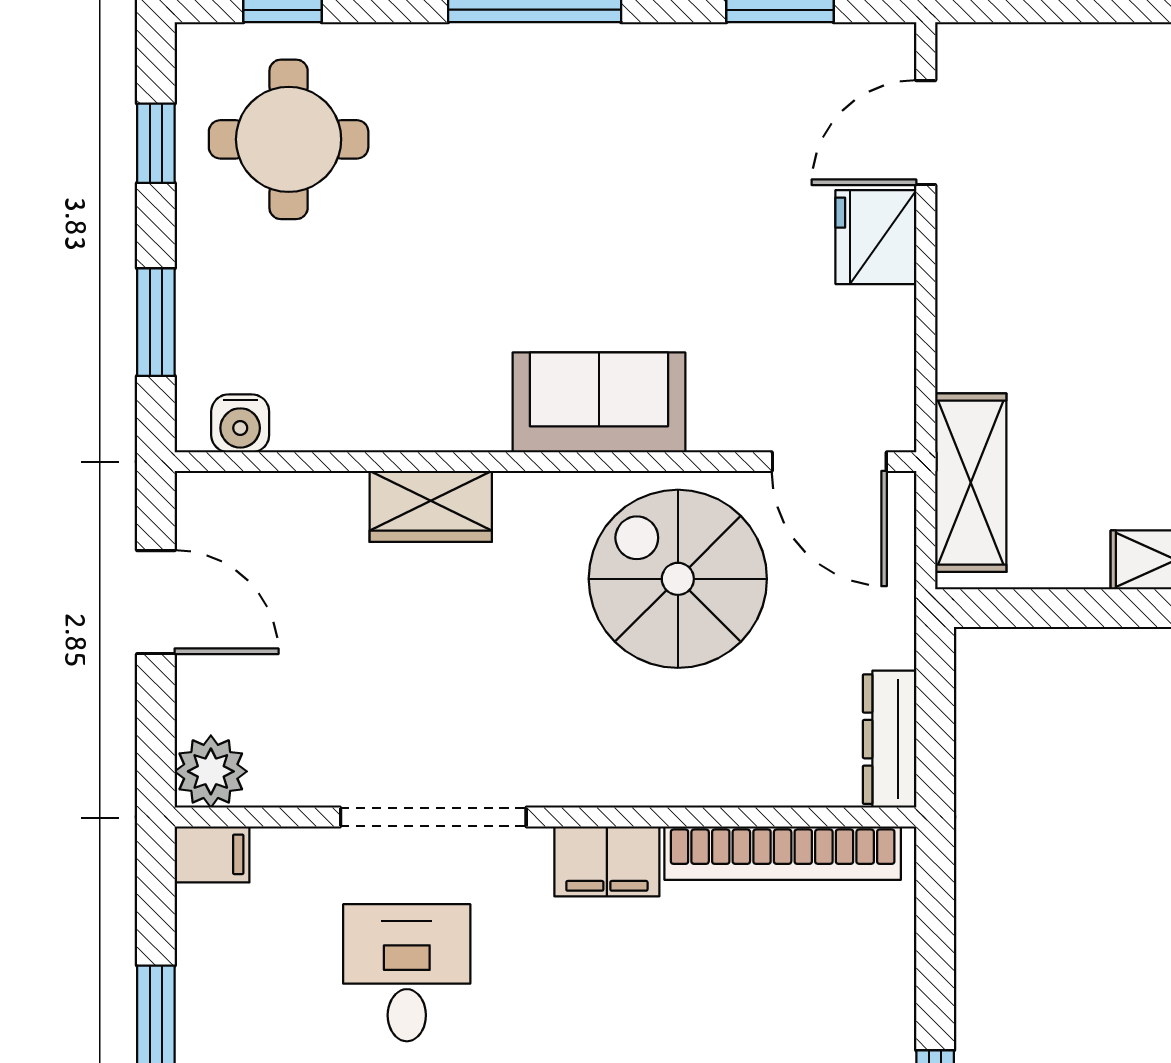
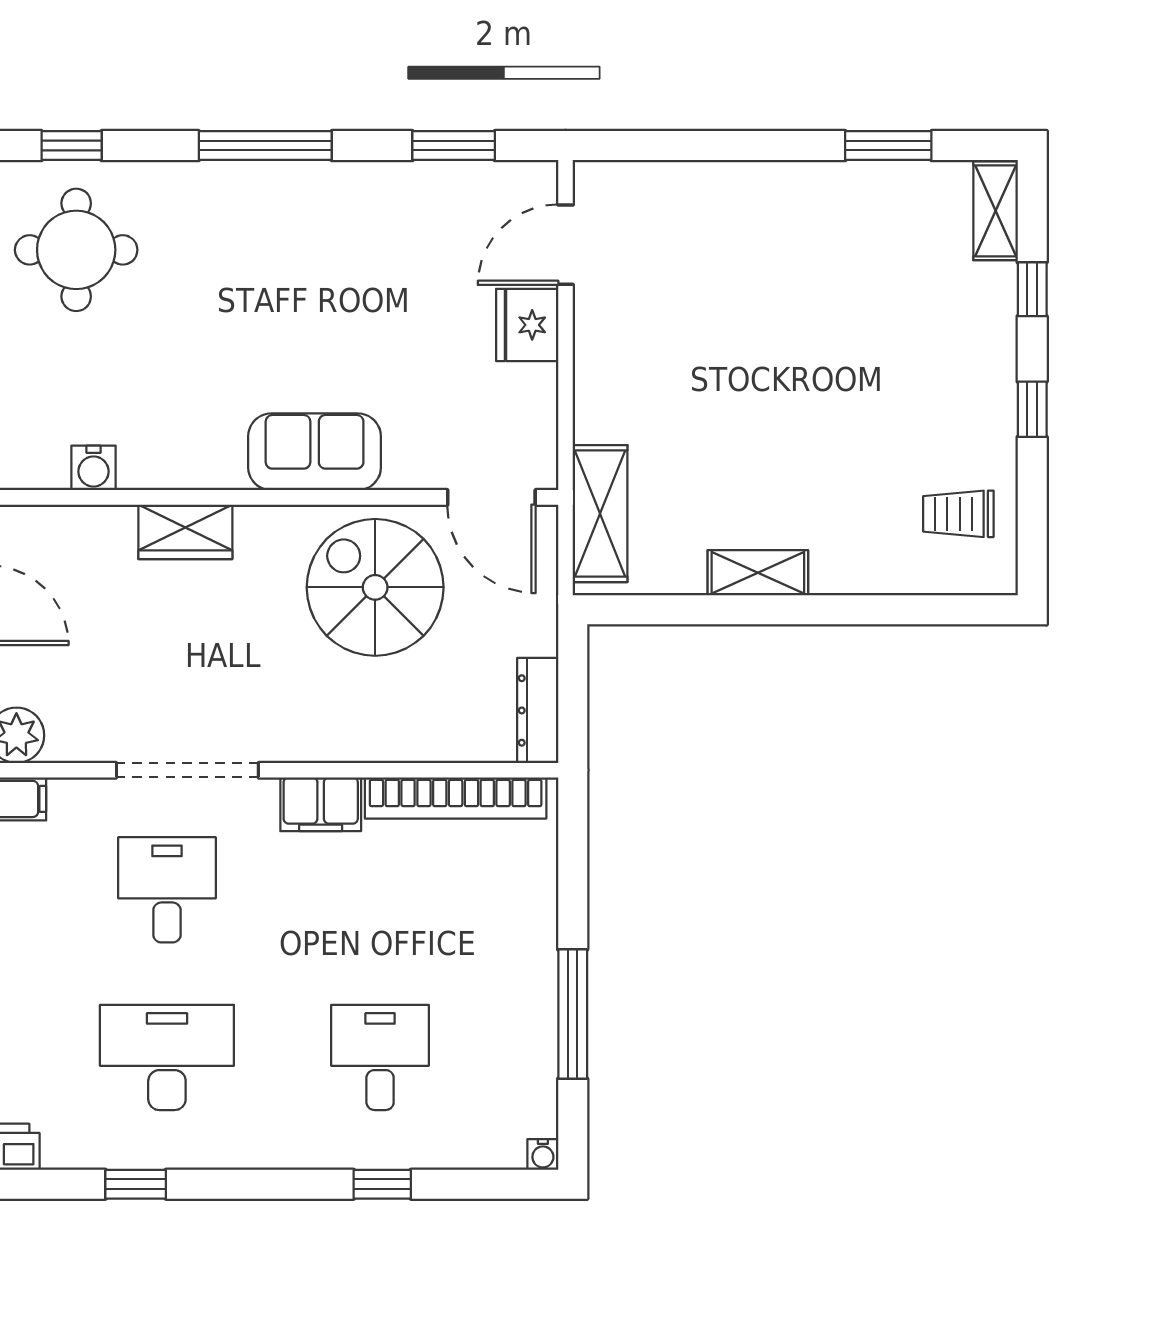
water cooler: (240, 423) -> (93, 468), moved

